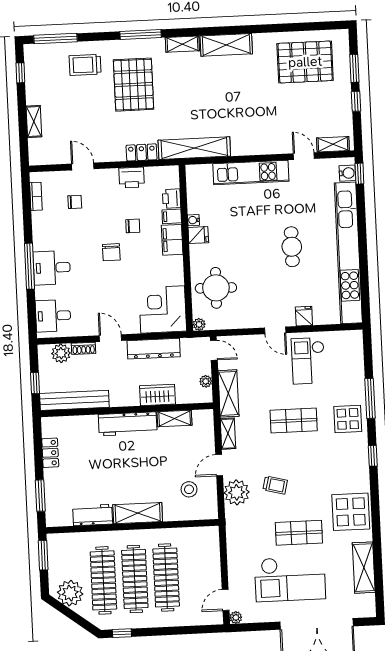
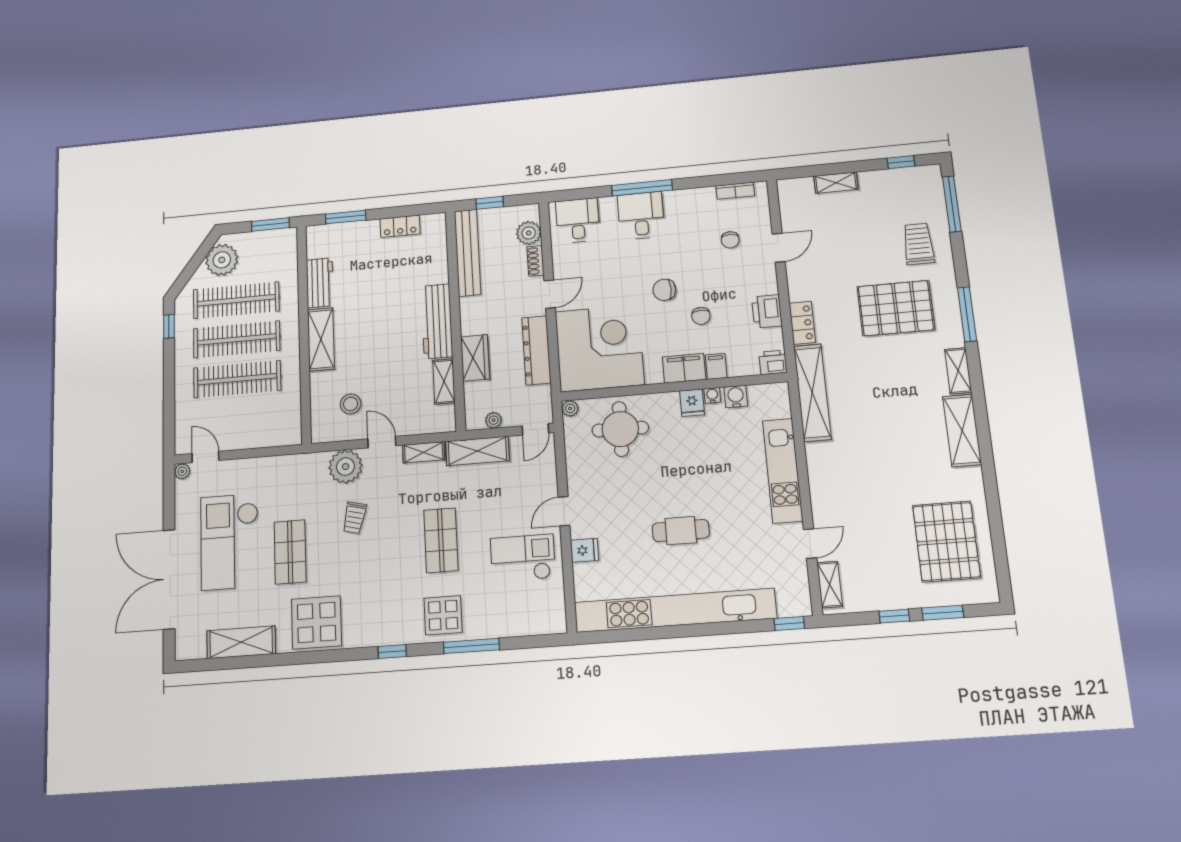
water cooler: (347, 173) -> (736, 397), moved, turned 180
printer: (172, 199) -> (773, 362), moved
corner desk: (163, 309) -> (599, 348), width x1.36, depth x1.36

